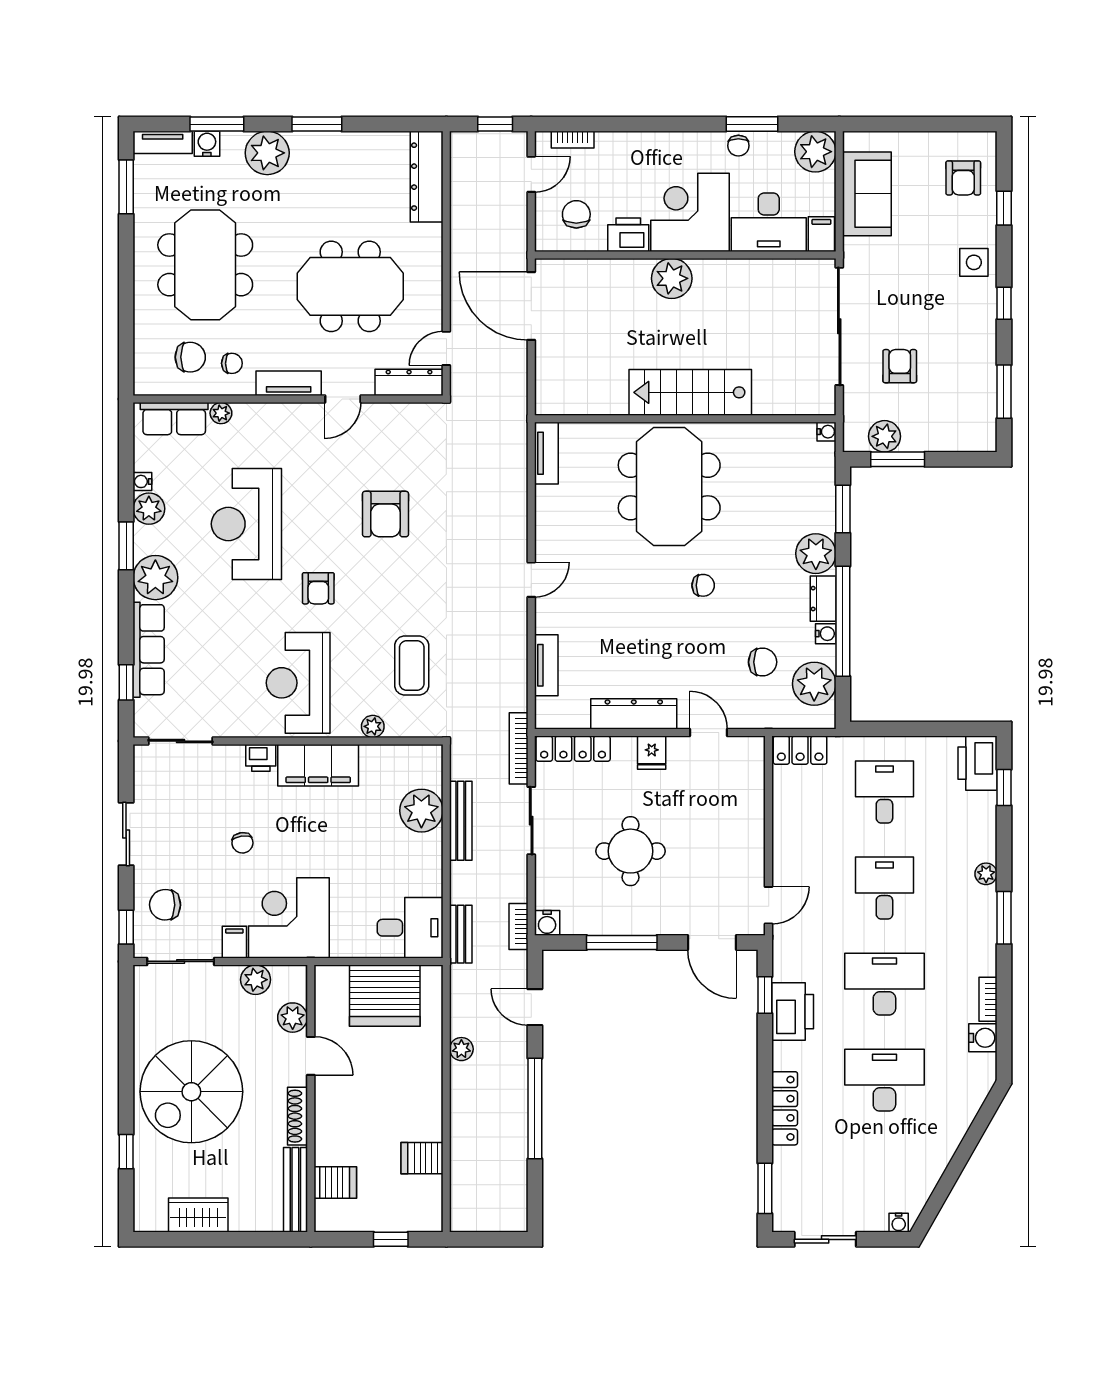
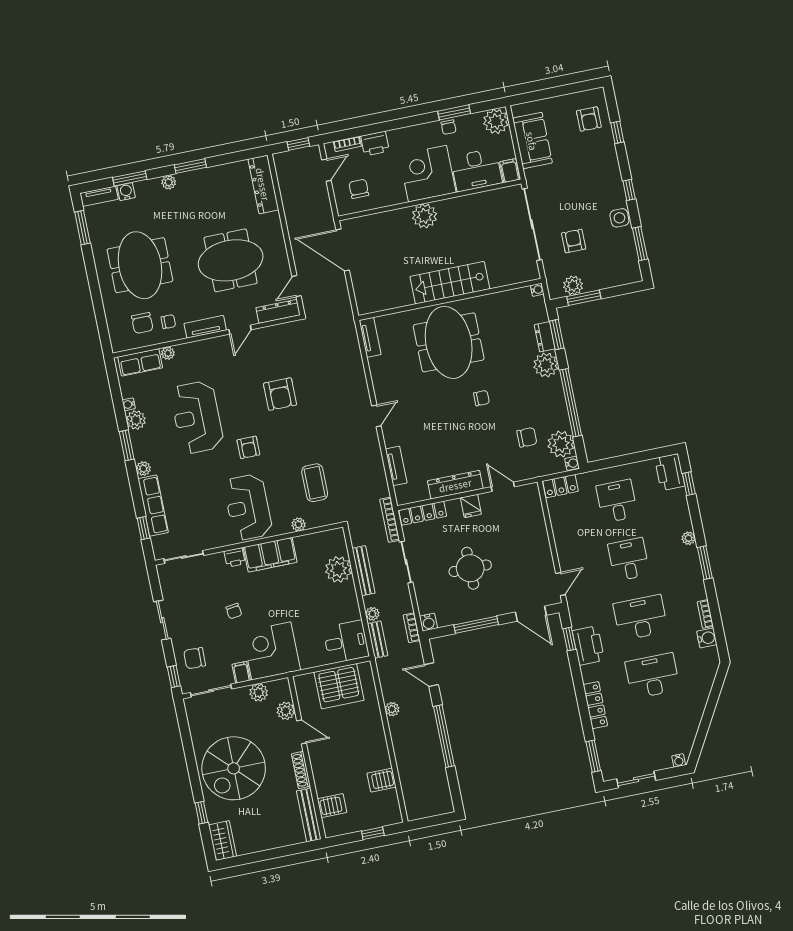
plant: (267, 153) -> (169, 182), width x0.53, depth x0.53
printer: (628, 235) -> (375, 144), moved, turned 180
side table: (974, 262) -> (619, 218), moved
chair: (190, 357) -> (142, 323), turned 90
plant: (155, 578) -> (143, 469), width x0.53, depth x0.53
dresser: (823, 599) -> (545, 337), moved
water cooler: (826, 634) -> (572, 463), moved
plant: (461, 892) -> (372, 614), added
wardrobe: (198, 1215) -> (222, 841), moved, turned 90

